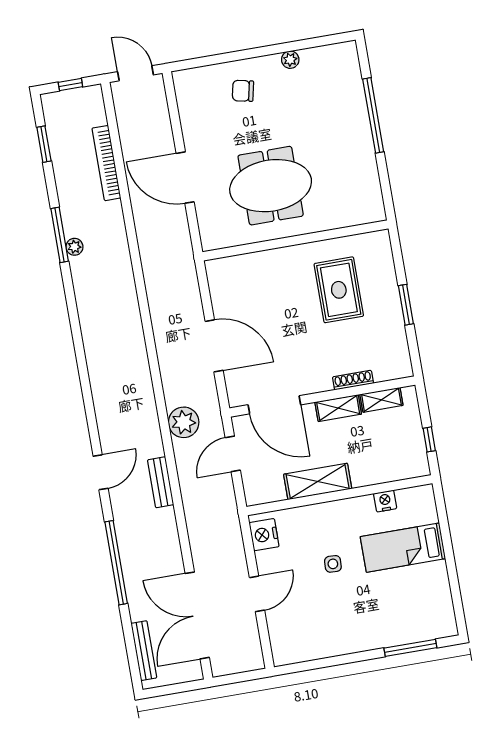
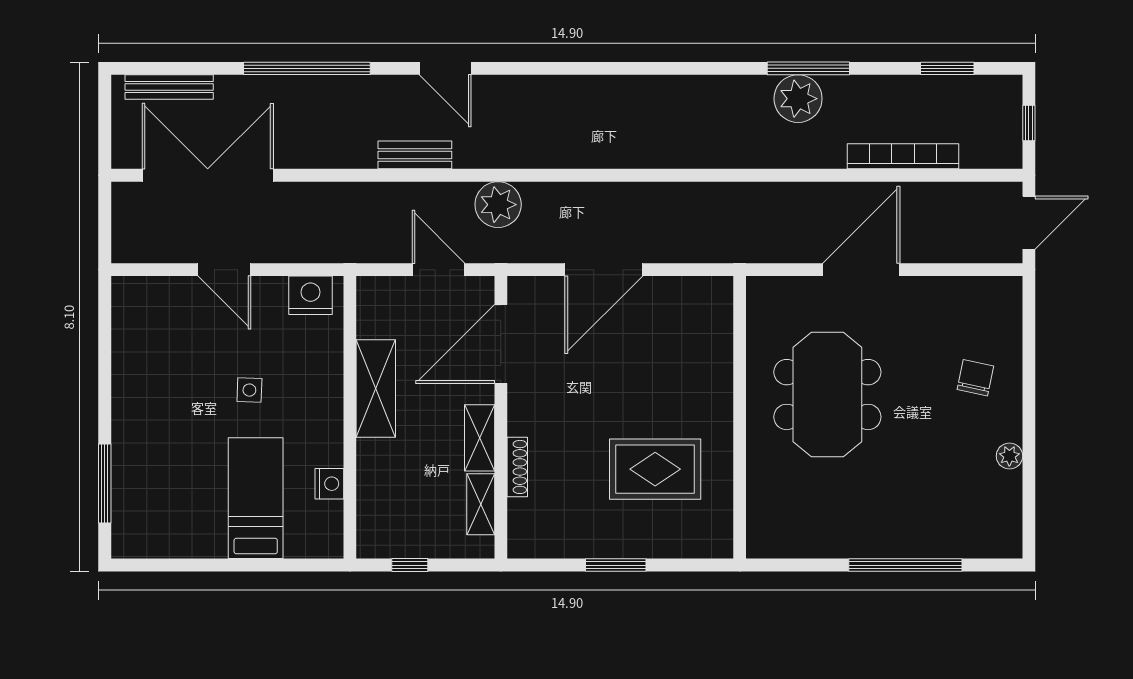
plant: (74, 247) -> (798, 99), width x1.87, depth x1.87

